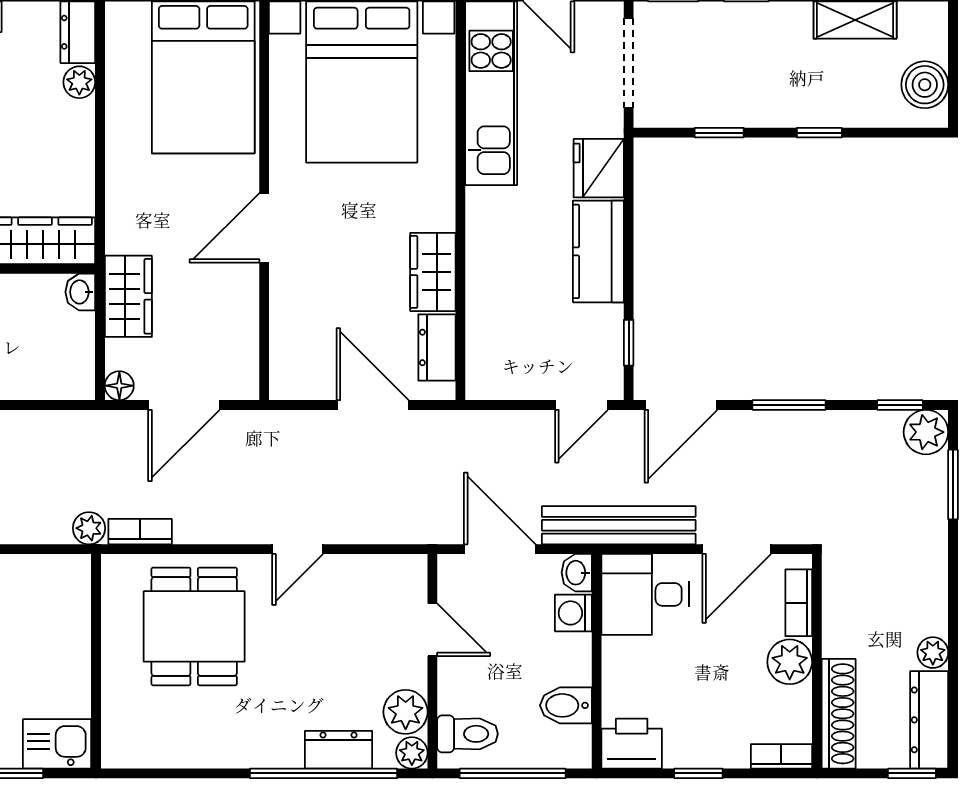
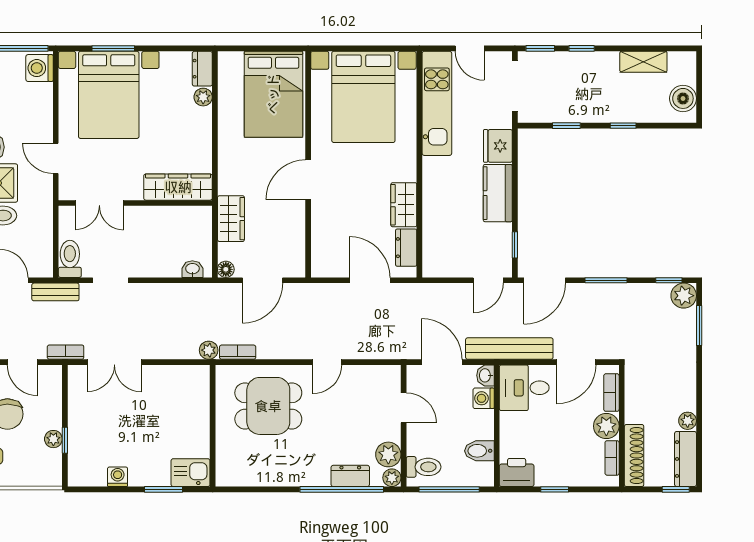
washbasin: (80, 292) -> (192, 269), moved, turned 90
dining table: (194, 626) -> (268, 406), turned 90
bookcase: (781, 756) -> (612, 458), moved, turned -90

